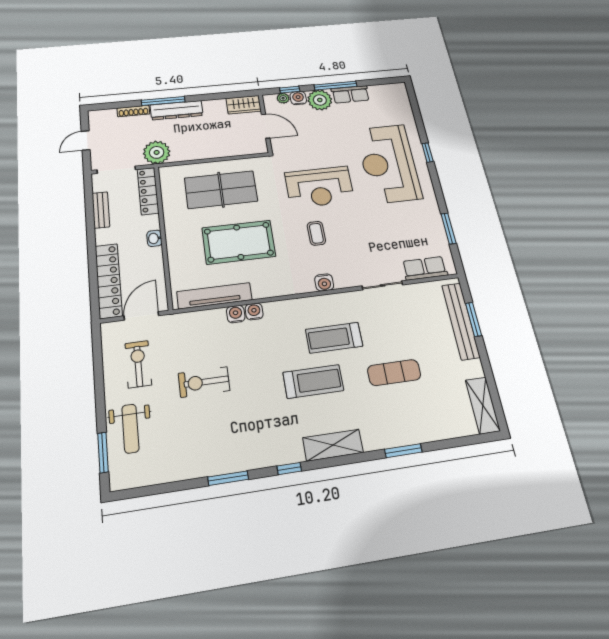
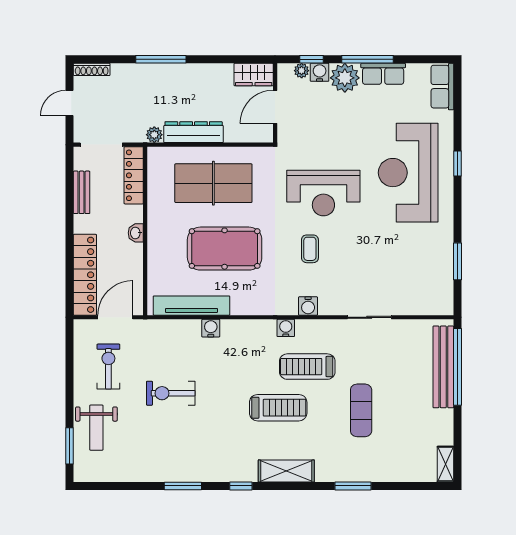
dresser: (177, 110) -> (194, 132), moved, turned 180
shoe rack: (133, 111) -> (92, 69), moved
door: (266, 126) -> (275, 107), swing flipped
plant: (157, 152) -> (154, 135), width x0.53, depth x0.53
row of seats: (425, 268) -> (442, 87), moved, turned -90
water cooler: (254, 312) -> (286, 328), moved
window: (474, 319) -> (457, 367), width x2.11
exercise mat: (394, 373) -> (361, 410), turned 90
shelving: (483, 405) -> (445, 464), width x0.67, depth x0.75

